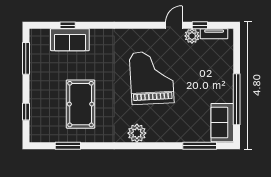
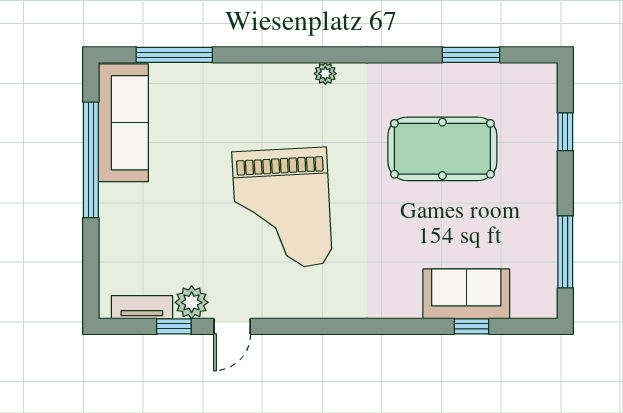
pool table: (81, 104) -> (442, 149), turned 90
sofa: (222, 123) -> (123, 123), width x1.36
plant: (137, 133) -> (325, 74), width x0.53, depth x0.53

